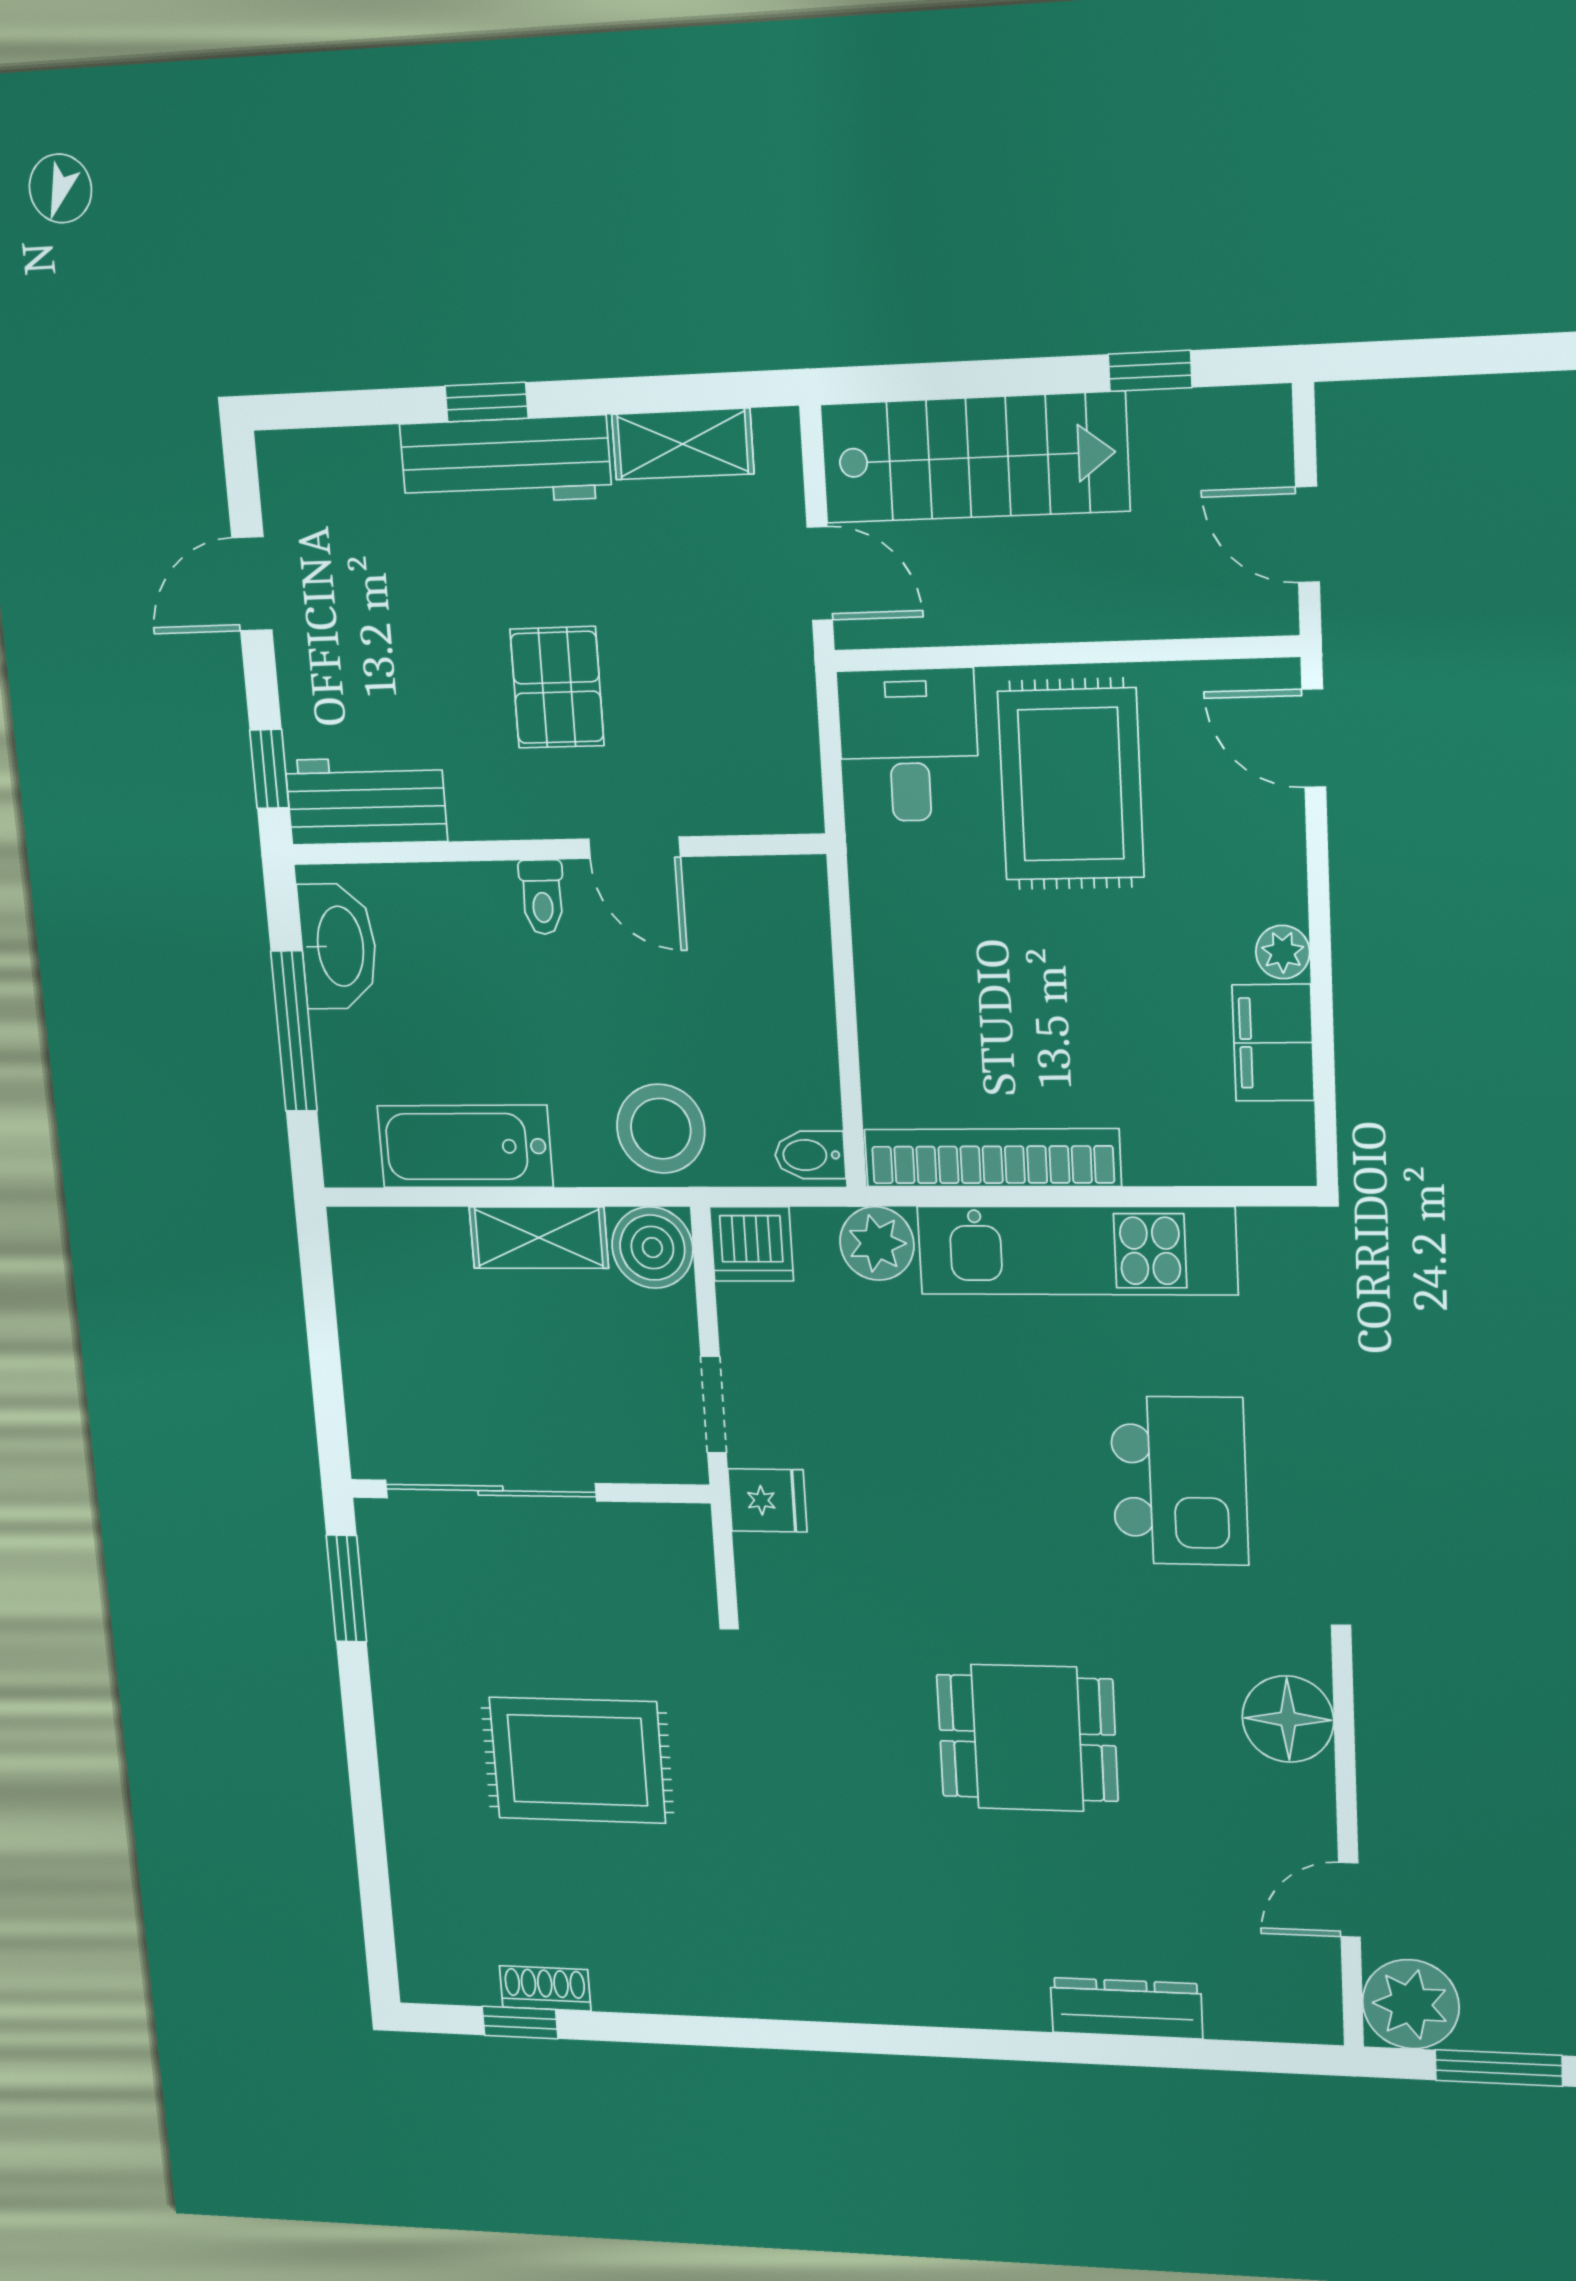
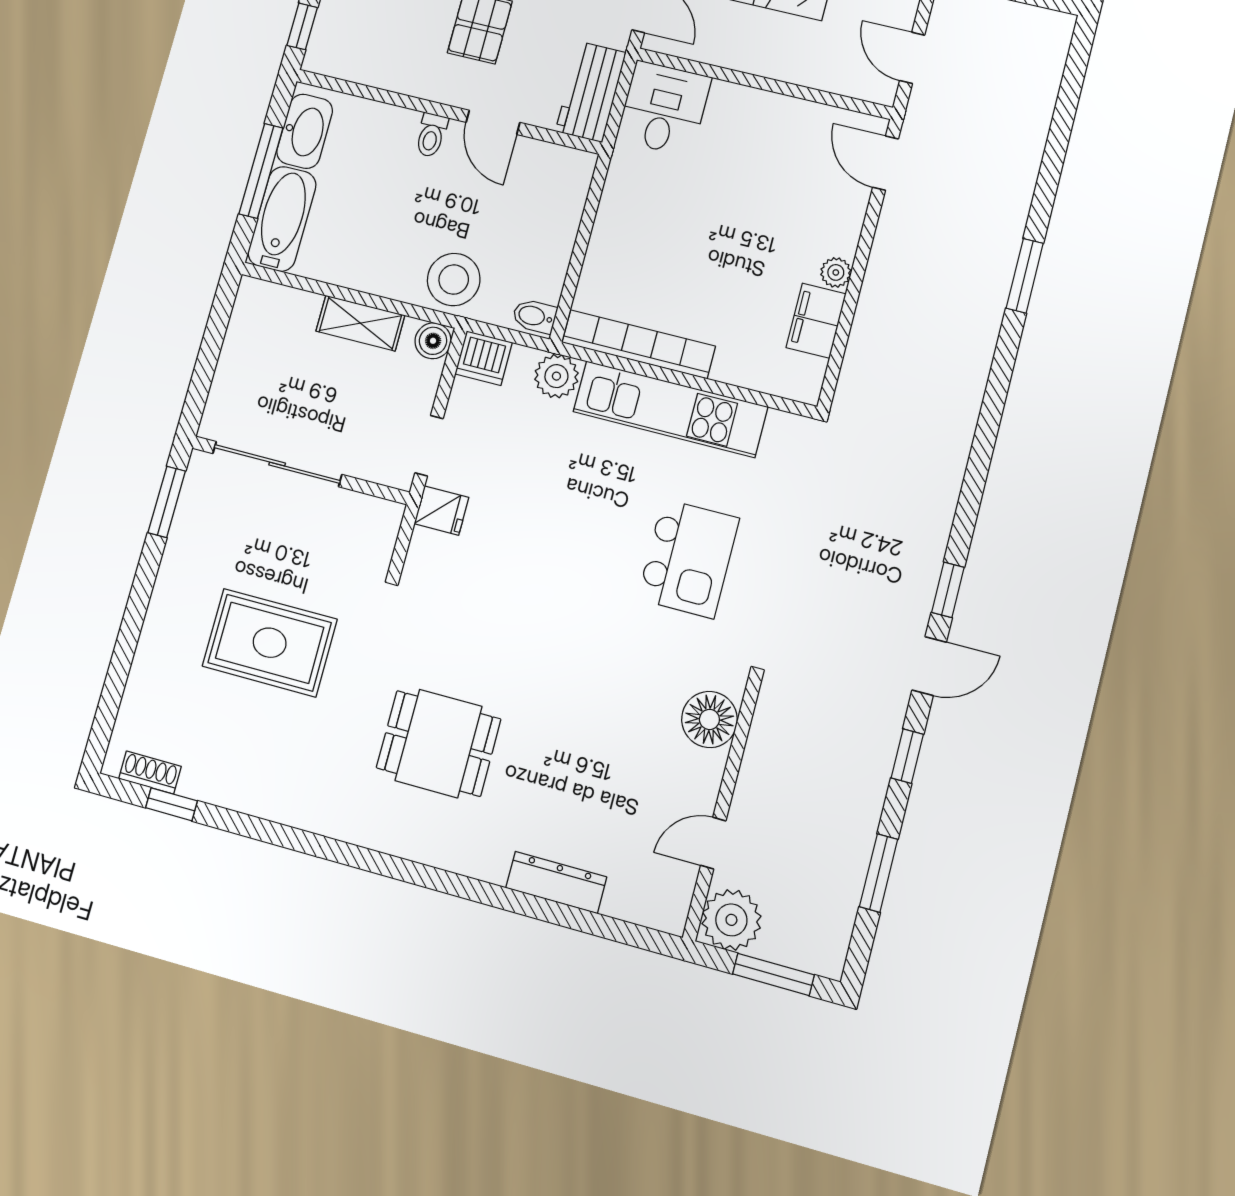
rug: (1071, 784) -> (746, 153), removed
workbench: (366, 801) -> (591, 92), moved, turned -90
bathtub: (465, 1146) -> (282, 219), moved, turned 90
boiler: (652, 1248) -> (433, 341), width x0.73, depth x0.73
dining table: (1027, 1738) -> (439, 743), moved
shoe rack: (545, 1988) -> (150, 773), moved

